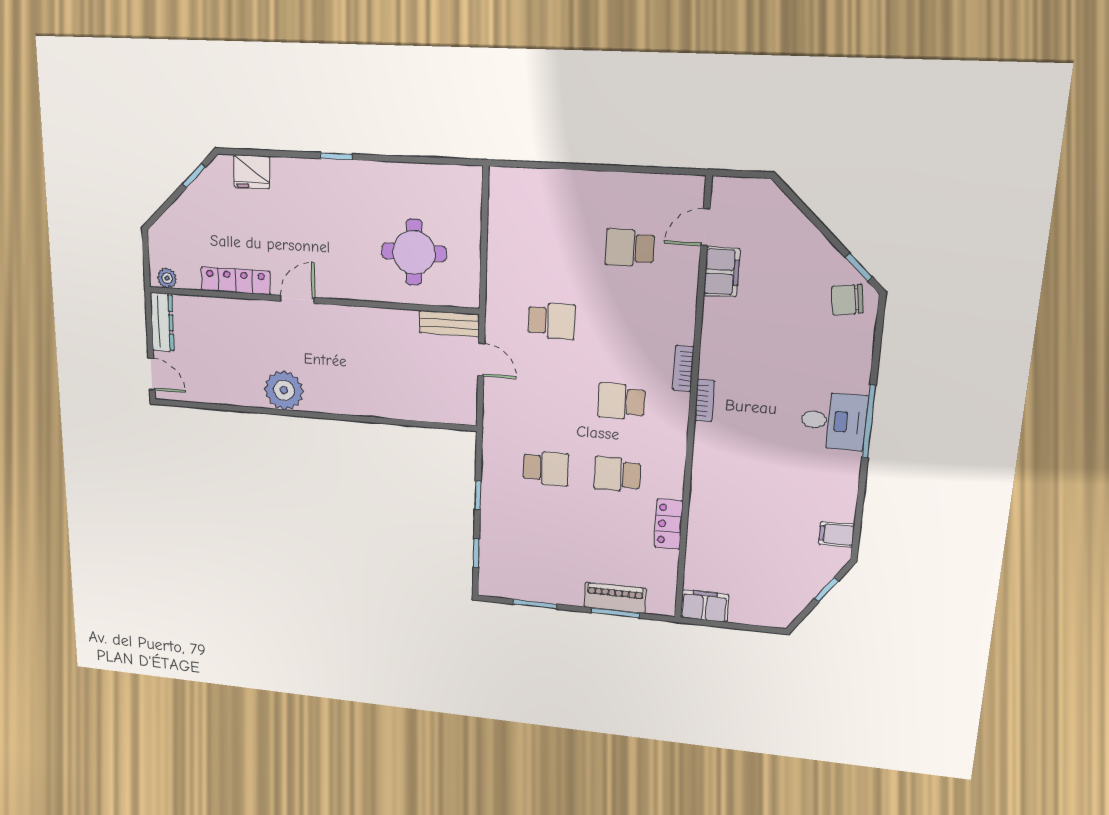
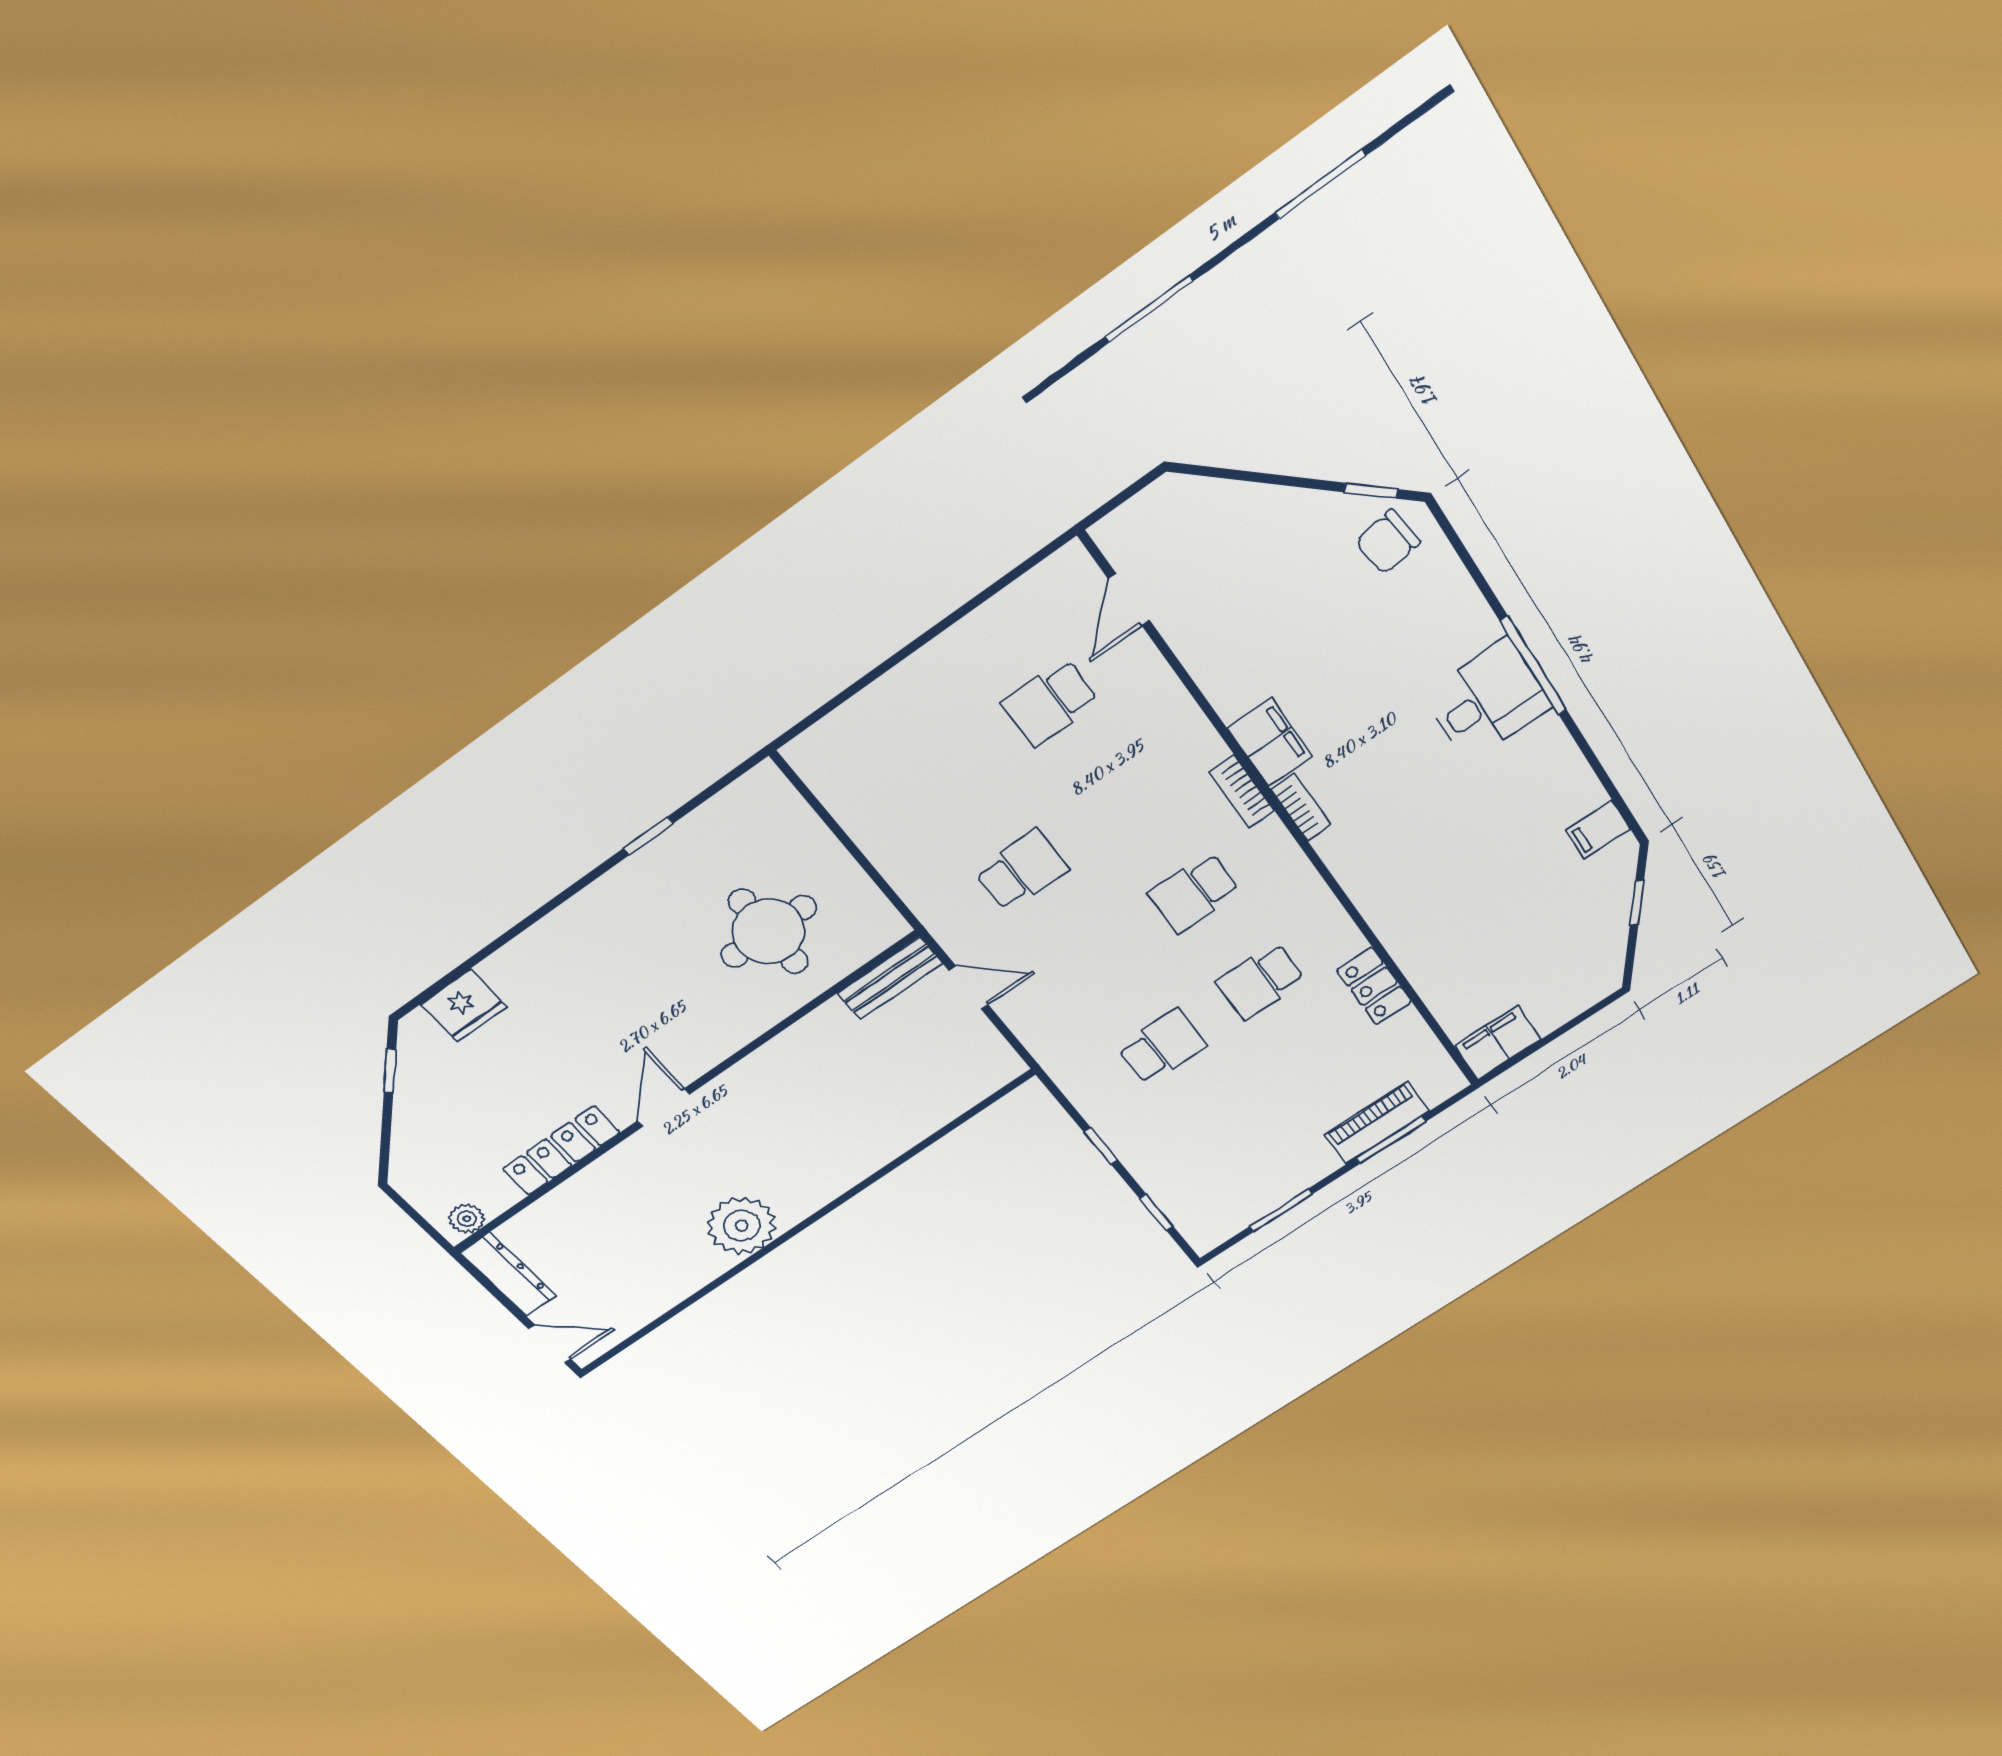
window: (336, 156) -> (648, 836), moved
filing cabinet: (722, 272) -> (1270, 742), moved

